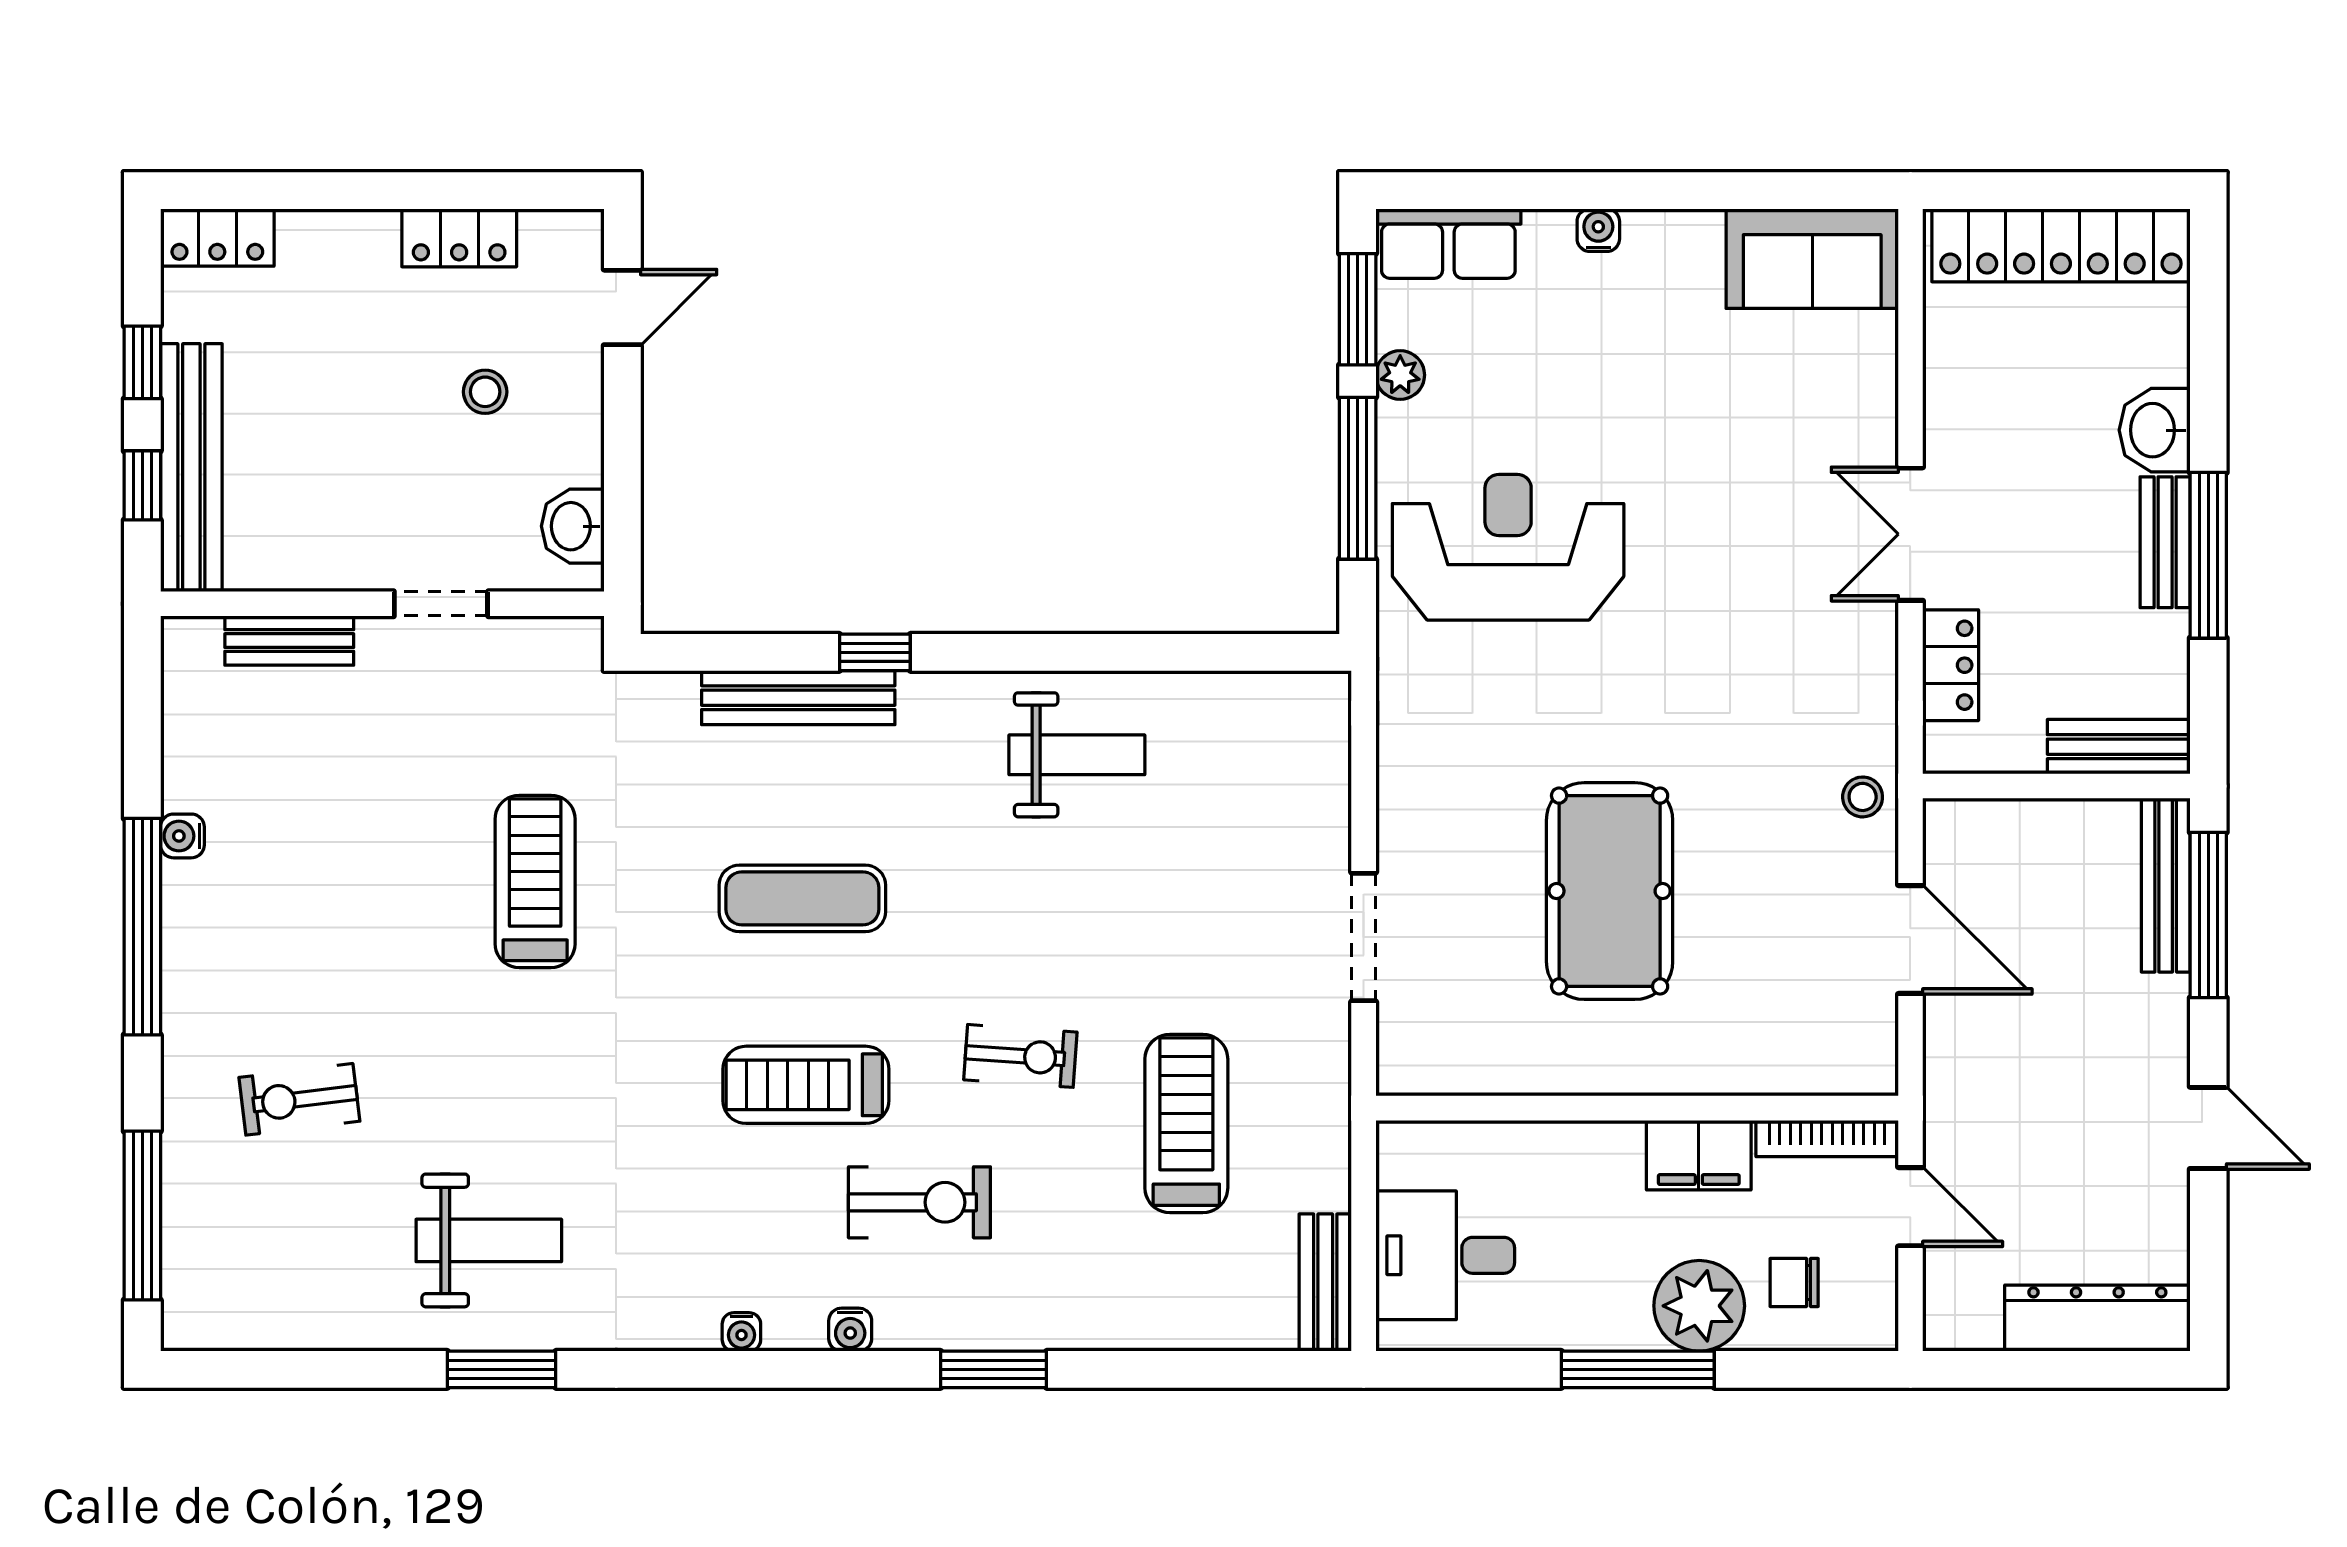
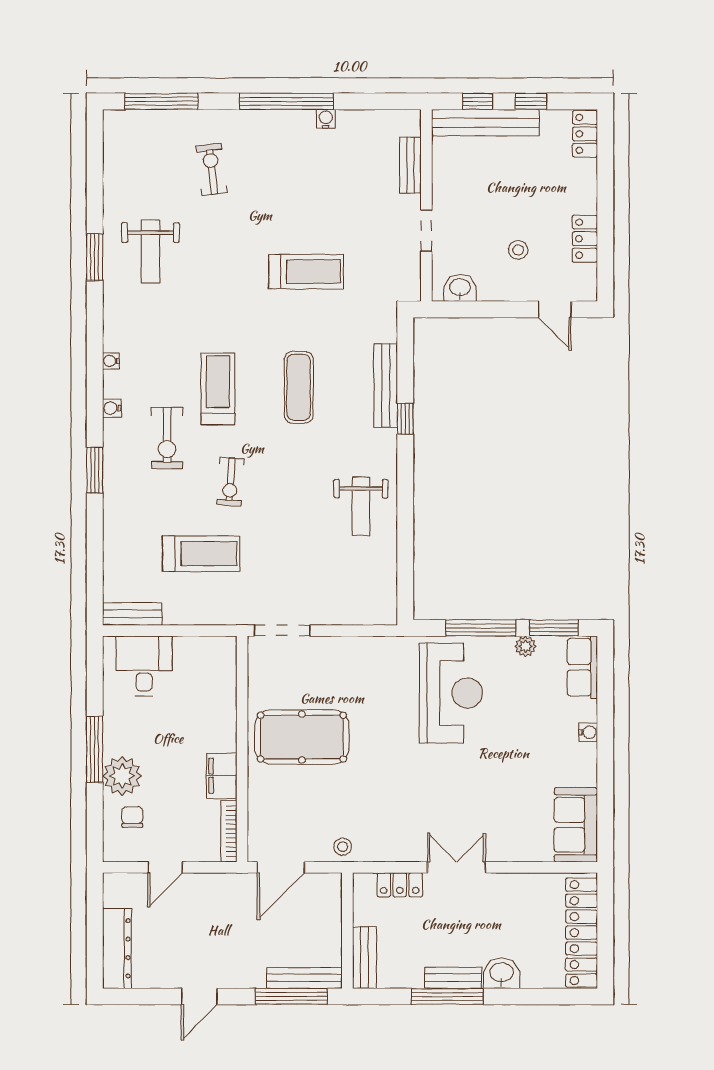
wall: (1637, 1108) -> (242, 749), moved
bookcase: (1827, 1138) -> (229, 831), moved
filing cabinet: (1699, 1155) -> (222, 776), moved

